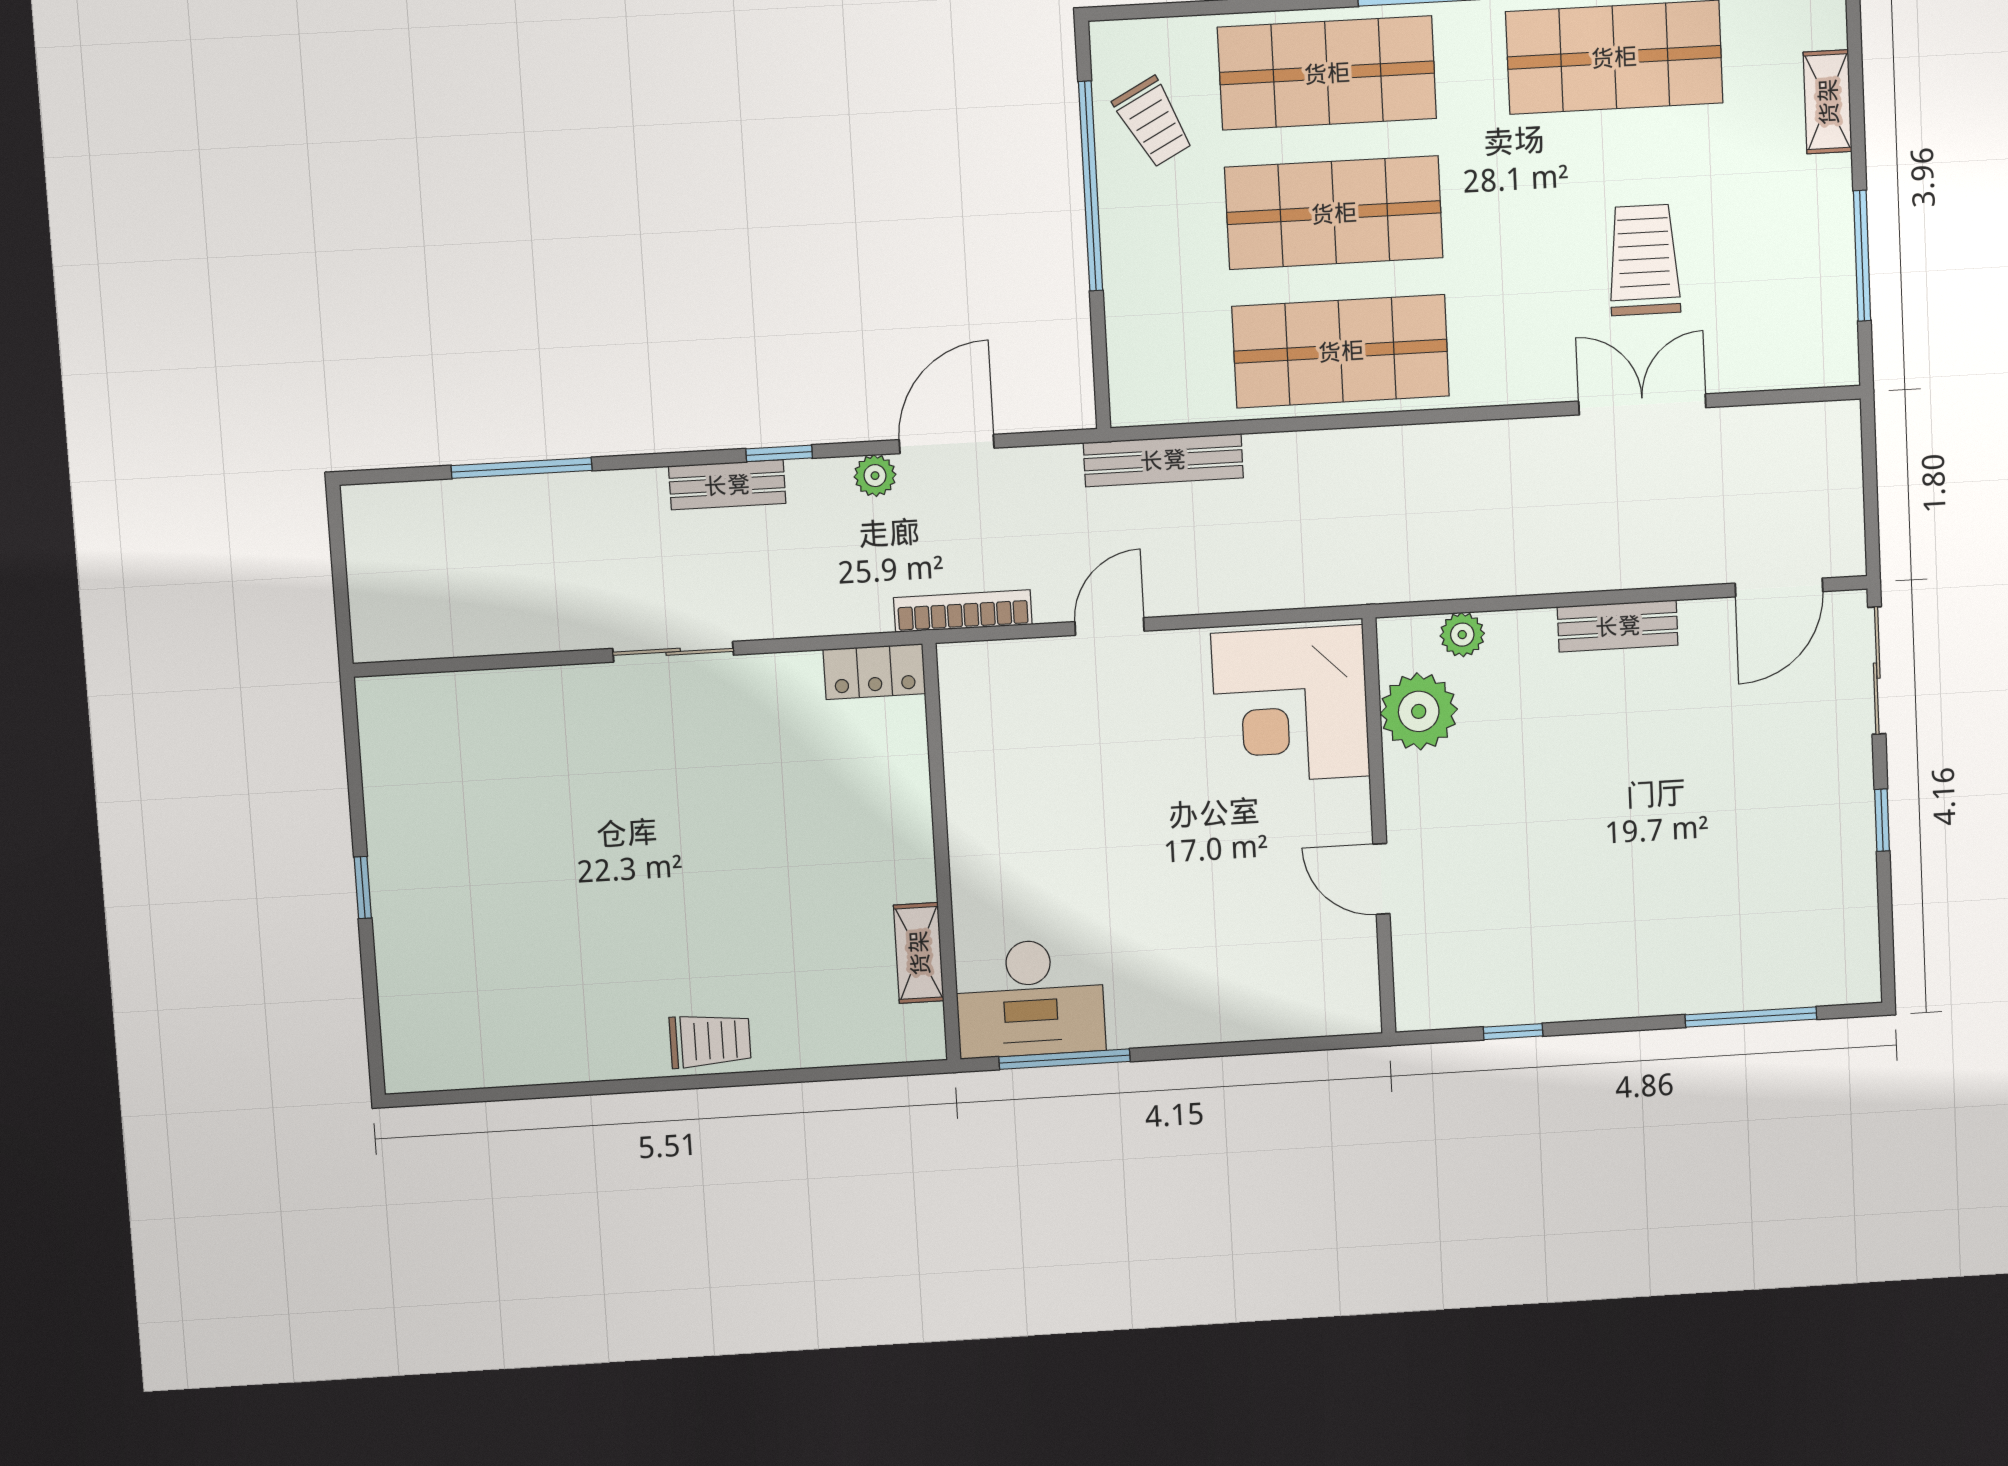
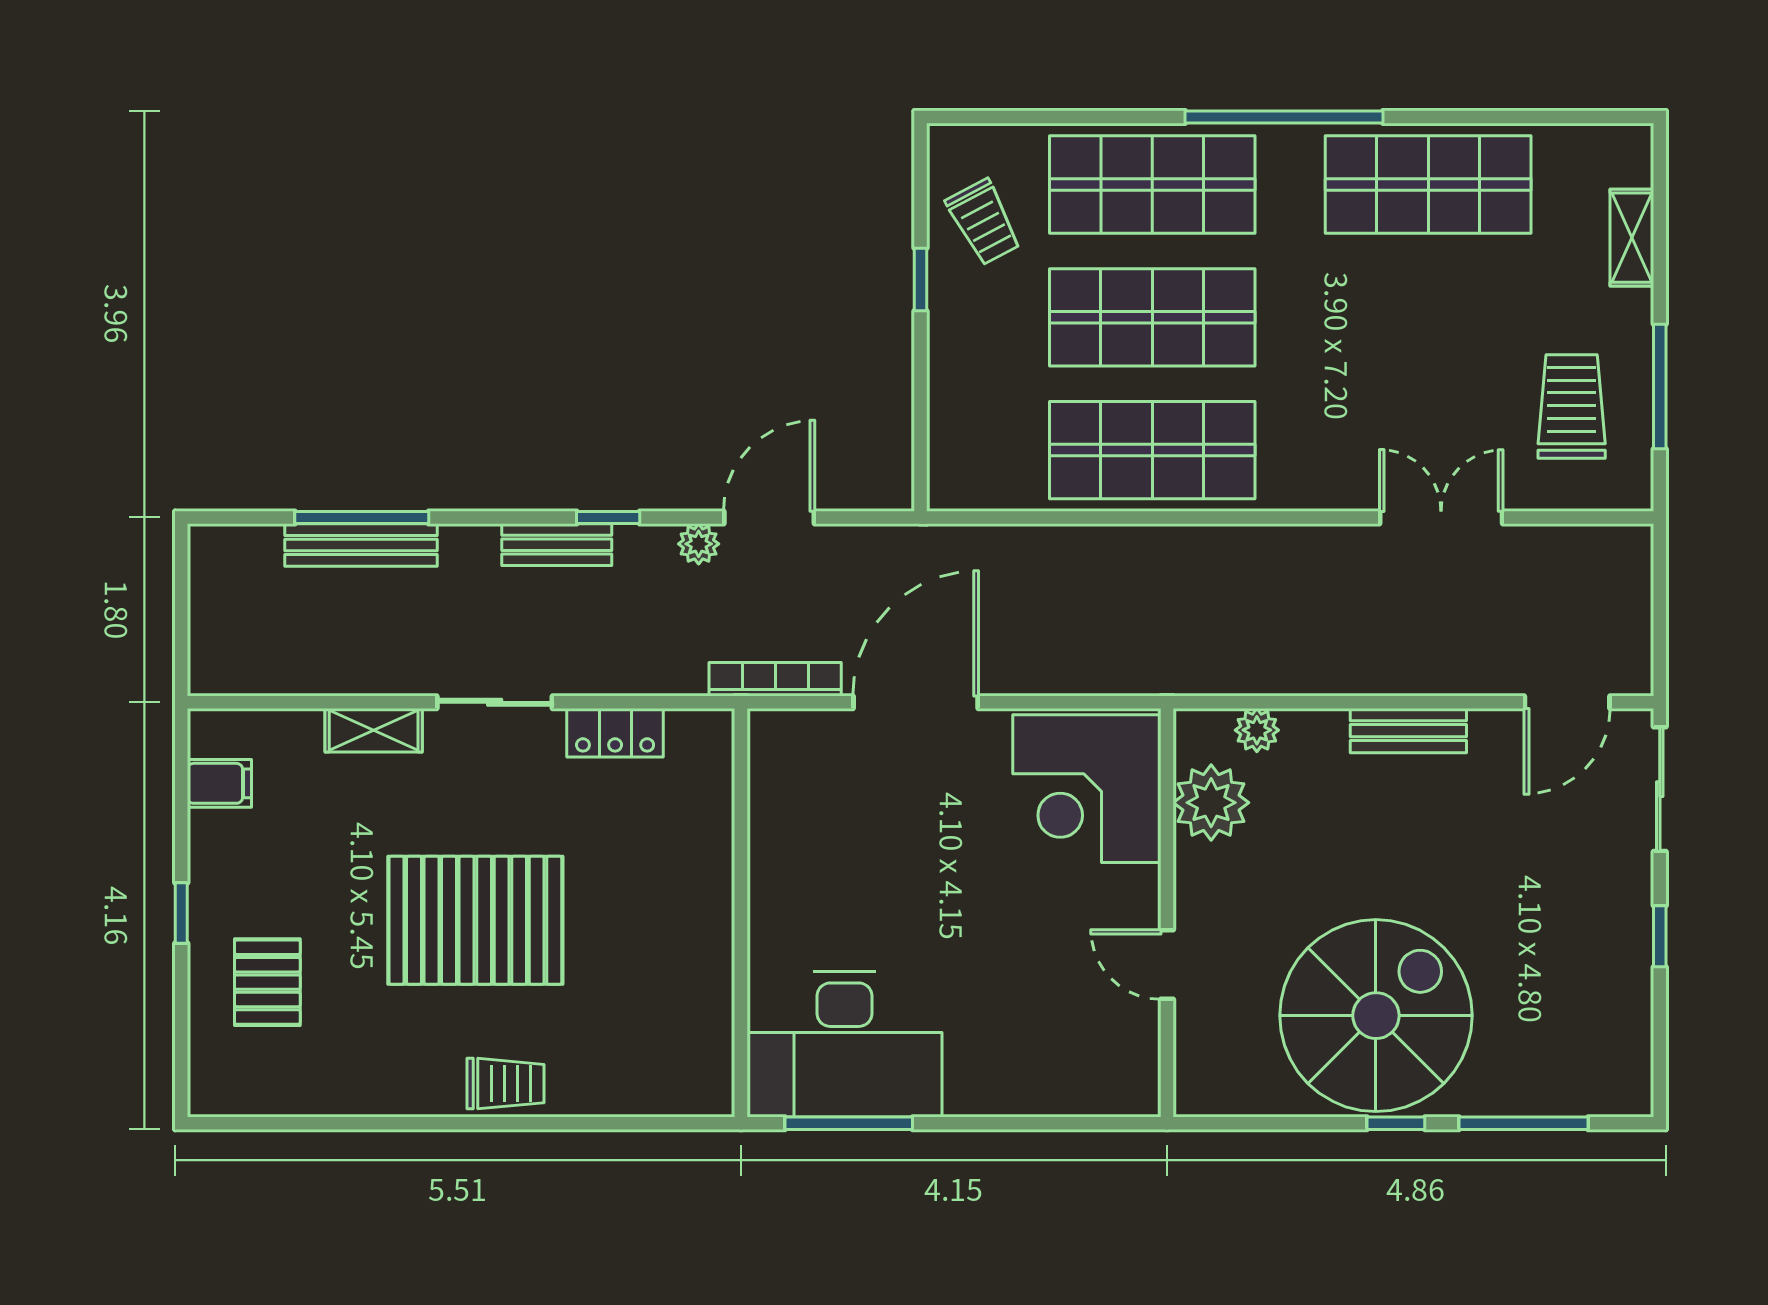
window: (1090, 186) -> (921, 280), width x0.32
trolley: (1644, 260) -> (1572, 407), moved
bench: (1163, 460) -> (361, 545), moved
door: (1110, 626) -> (916, 702), width x1.88
locker: (874, 672) -> (615, 733), moved
filing cabinet: (393, 752) -> (219, 783), added
pallet: (668, 877) -> (475, 920), added
spiral stairs: (1597, 918) -> (1376, 1016), added
pallet: (457, 953) -> (267, 982), added
shelving: (919, 953) -> (374, 730), moved, turned 90
desk: (1030, 998) -> (845, 1044), width x1.36, depth x1.30
window: (1513, 1032) -> (1396, 1123), moved

